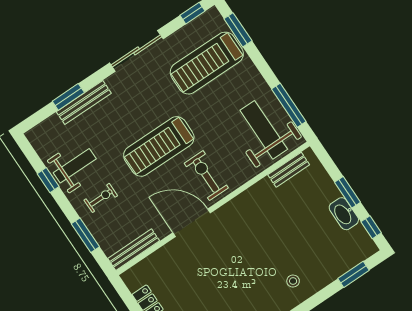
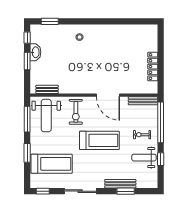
window: (238, 30) -> (27, 153), moved
exercise bike: (206, 176) -> (76, 112), moved
window: (85, 235) -> (161, 122), width x2.11

